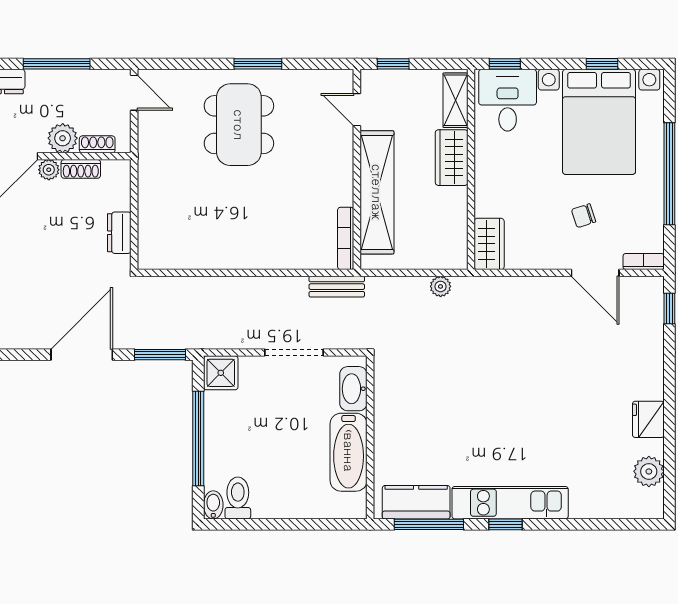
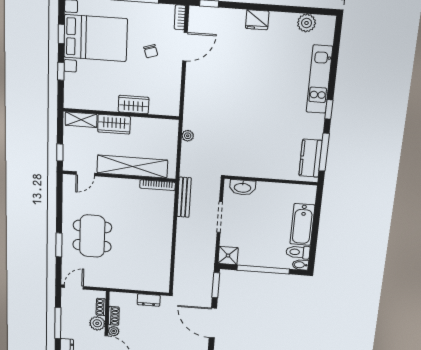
window: (258, 64) -> (59, 245), moved
window: (505, 64) -> (61, 71), moved
desk: (508, 100) -> (82, 90), removed
dining table: (239, 125) -> (92, 236), turned 90
wardrobe: (489, 244) -> (134, 105), moved
bench: (337, 287) -> (184, 197), width x1.36
fridge: (648, 419) -> (257, 20), moved
bathtub: (349, 452) -> (302, 224), moved, turned 90
kitchen unit: (510, 503) -> (319, 79), moved

